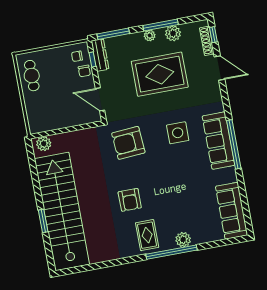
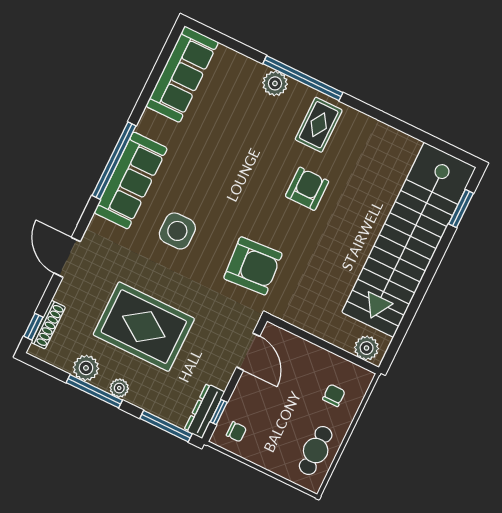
door: (220, 68) -> (67, 257), moved
chair: (84, 71) -> (334, 395), moved
window: (43, 221) -> (461, 209), moved

